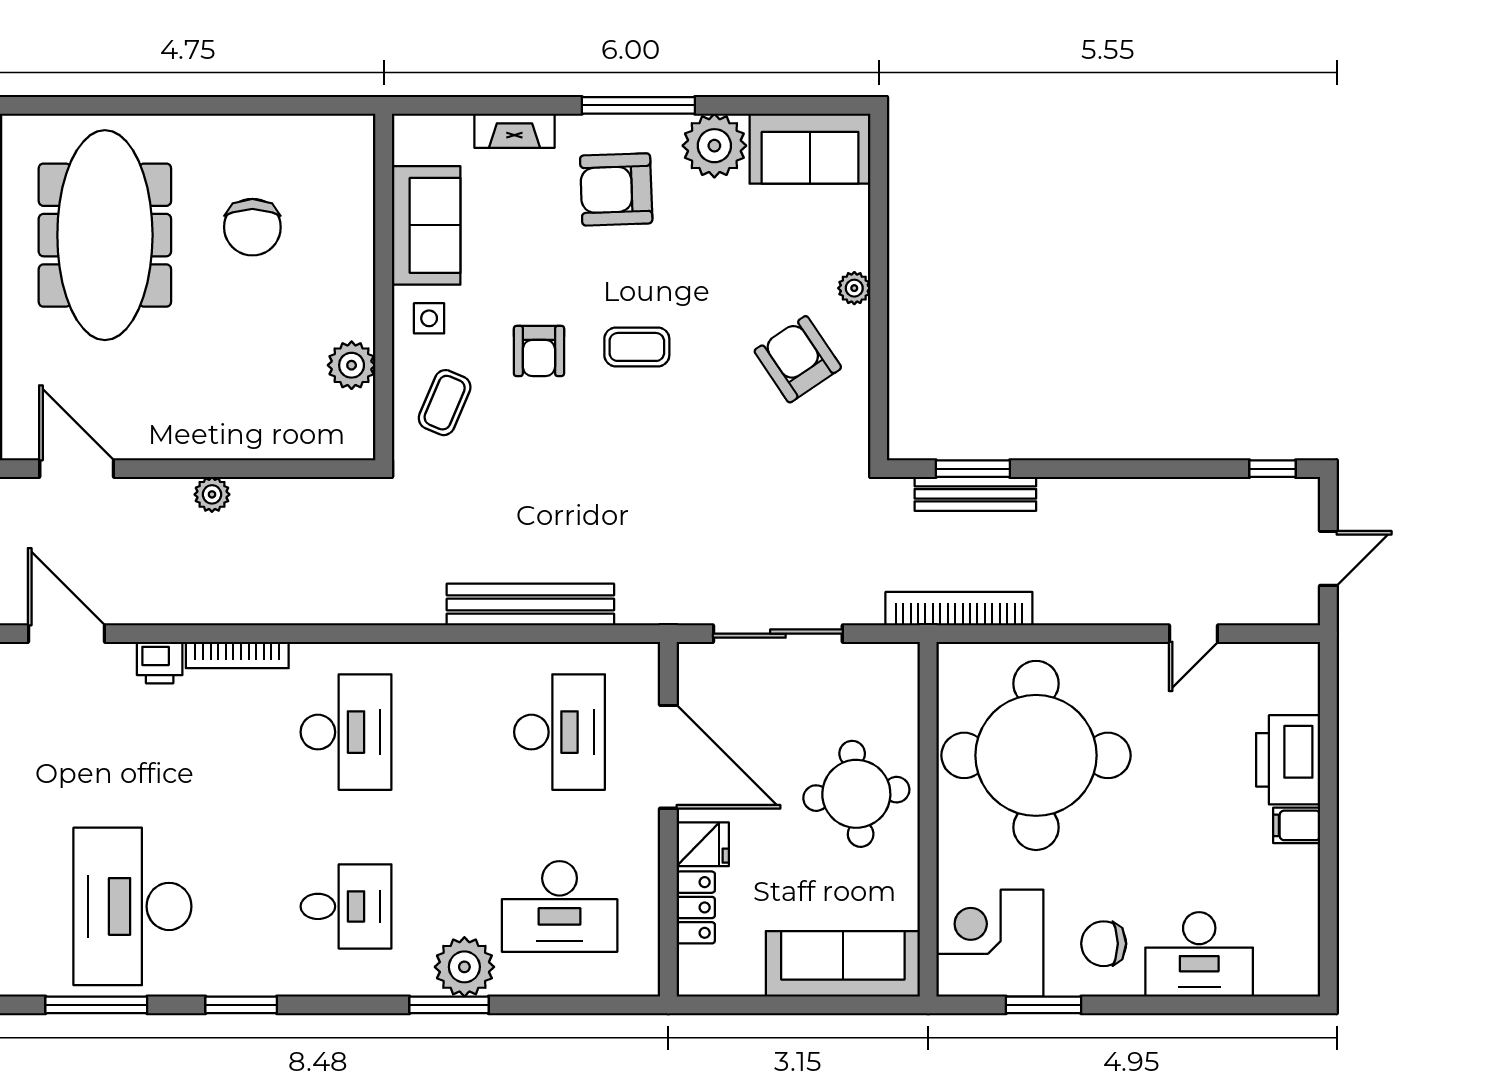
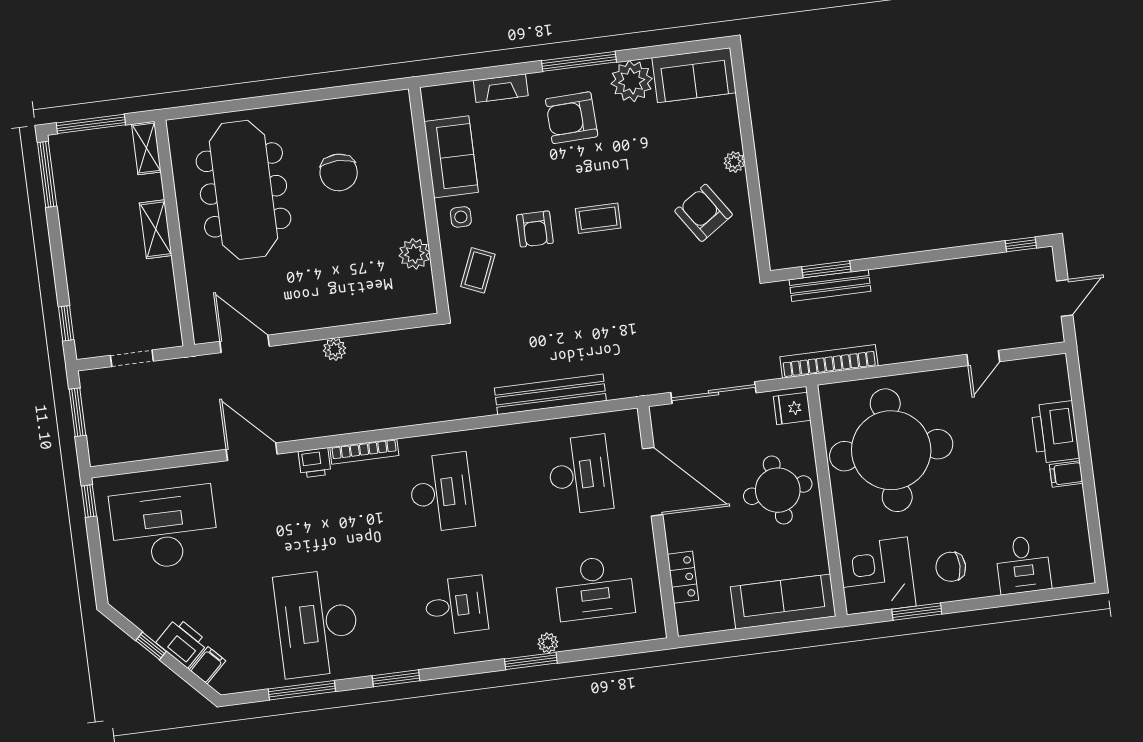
fridge: (703, 844) -> (792, 408), moved, turned 180
desk: (1199, 954) -> (1023, 565), width x0.73
plant: (464, 967) -> (548, 643), width x0.53, depth x0.53

